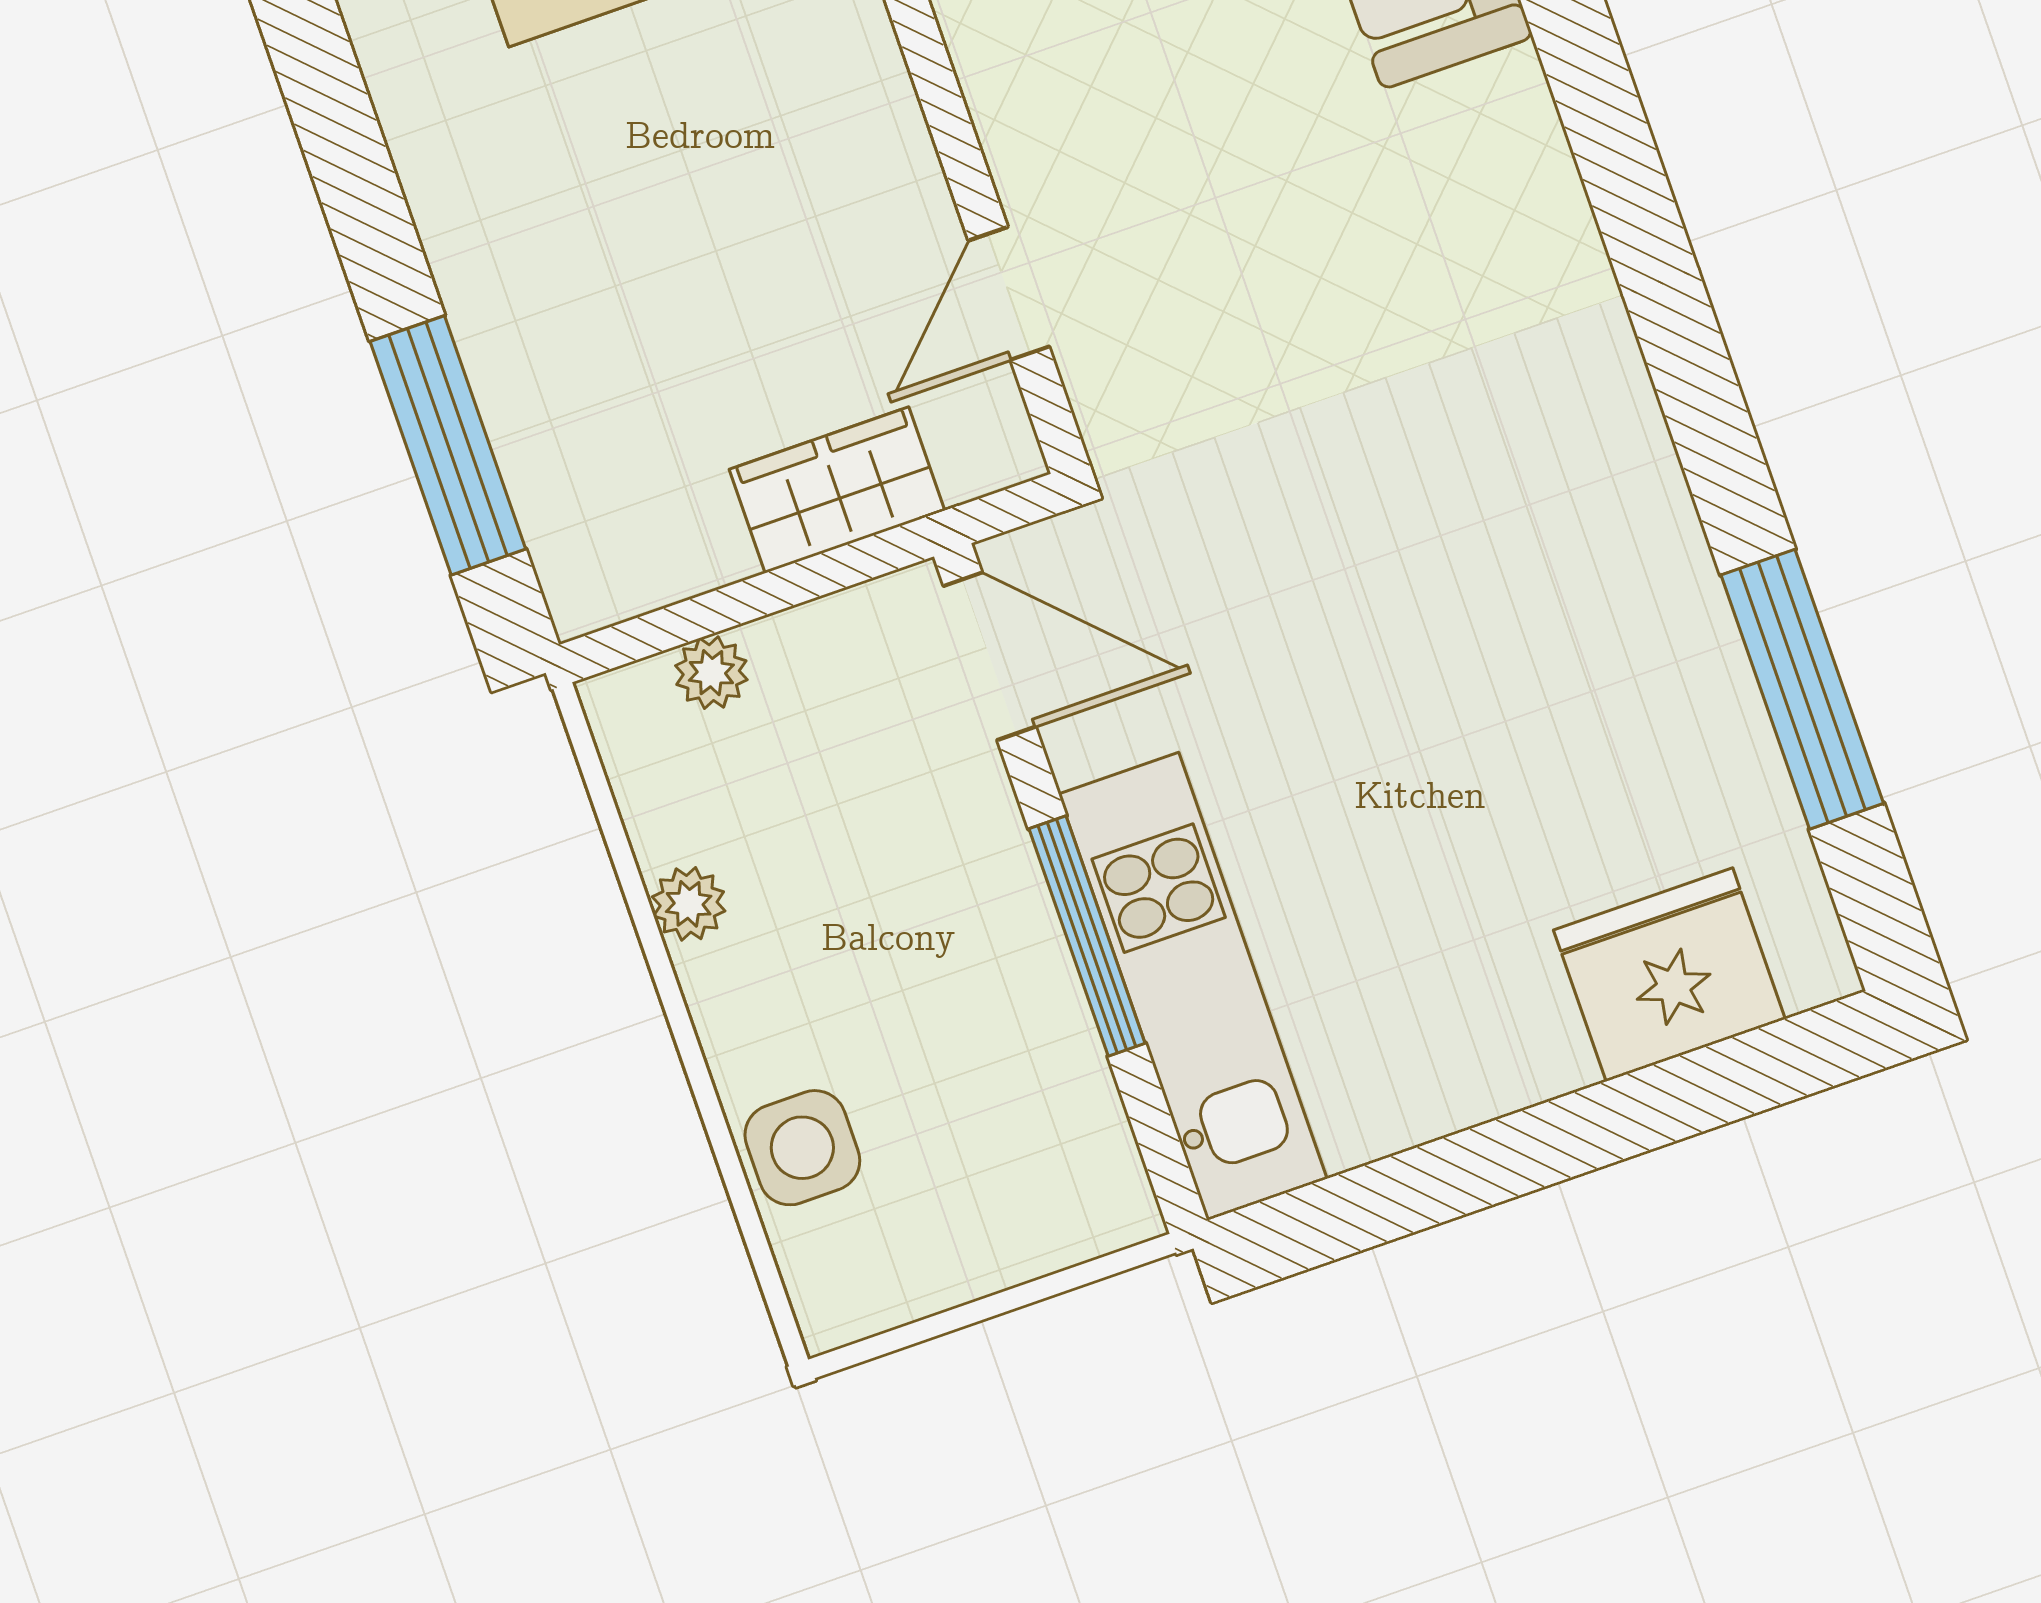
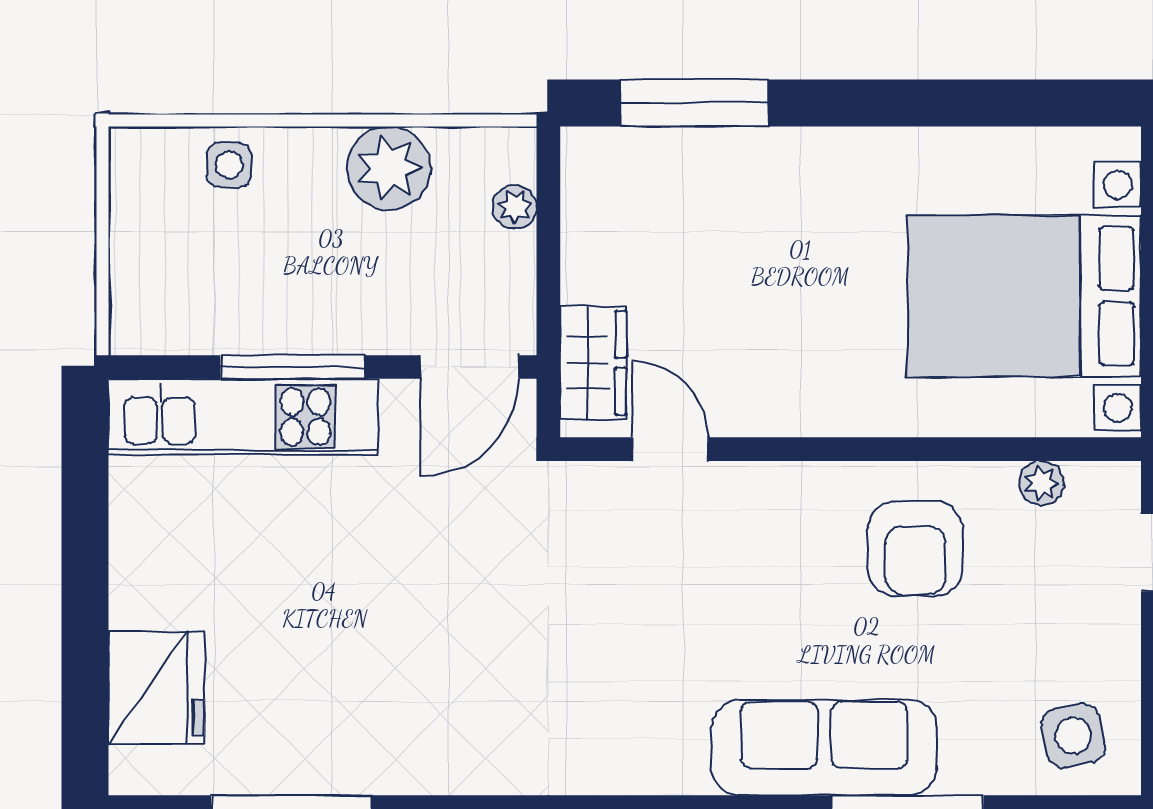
wardrobe: (837, 490) -> (593, 363), moved
plant: (689, 904) -> (389, 168), width x1.88, depth x1.88
side table: (802, 1148) -> (229, 165), width x0.73, depth x0.73

